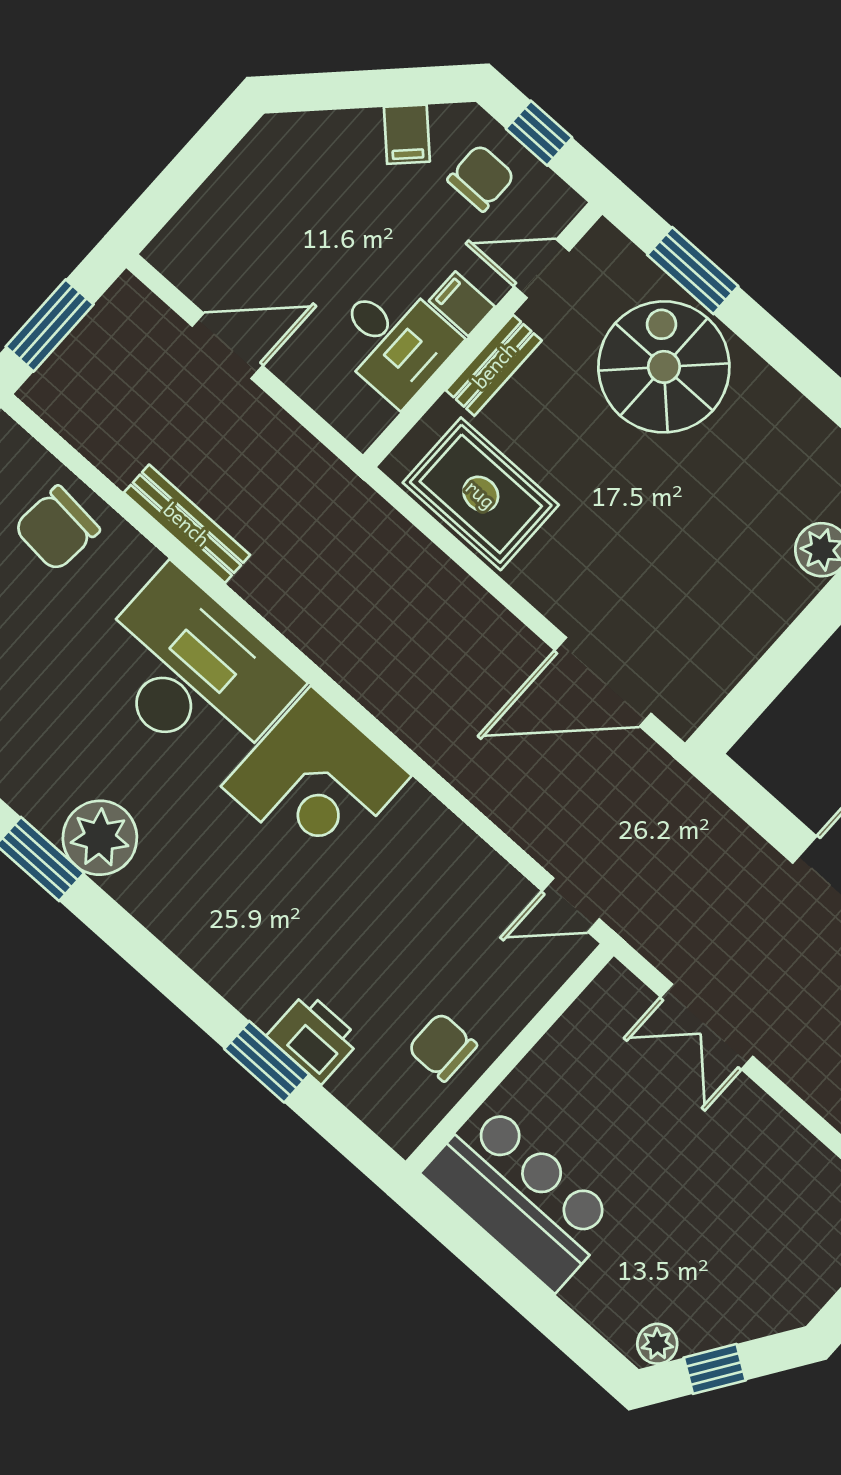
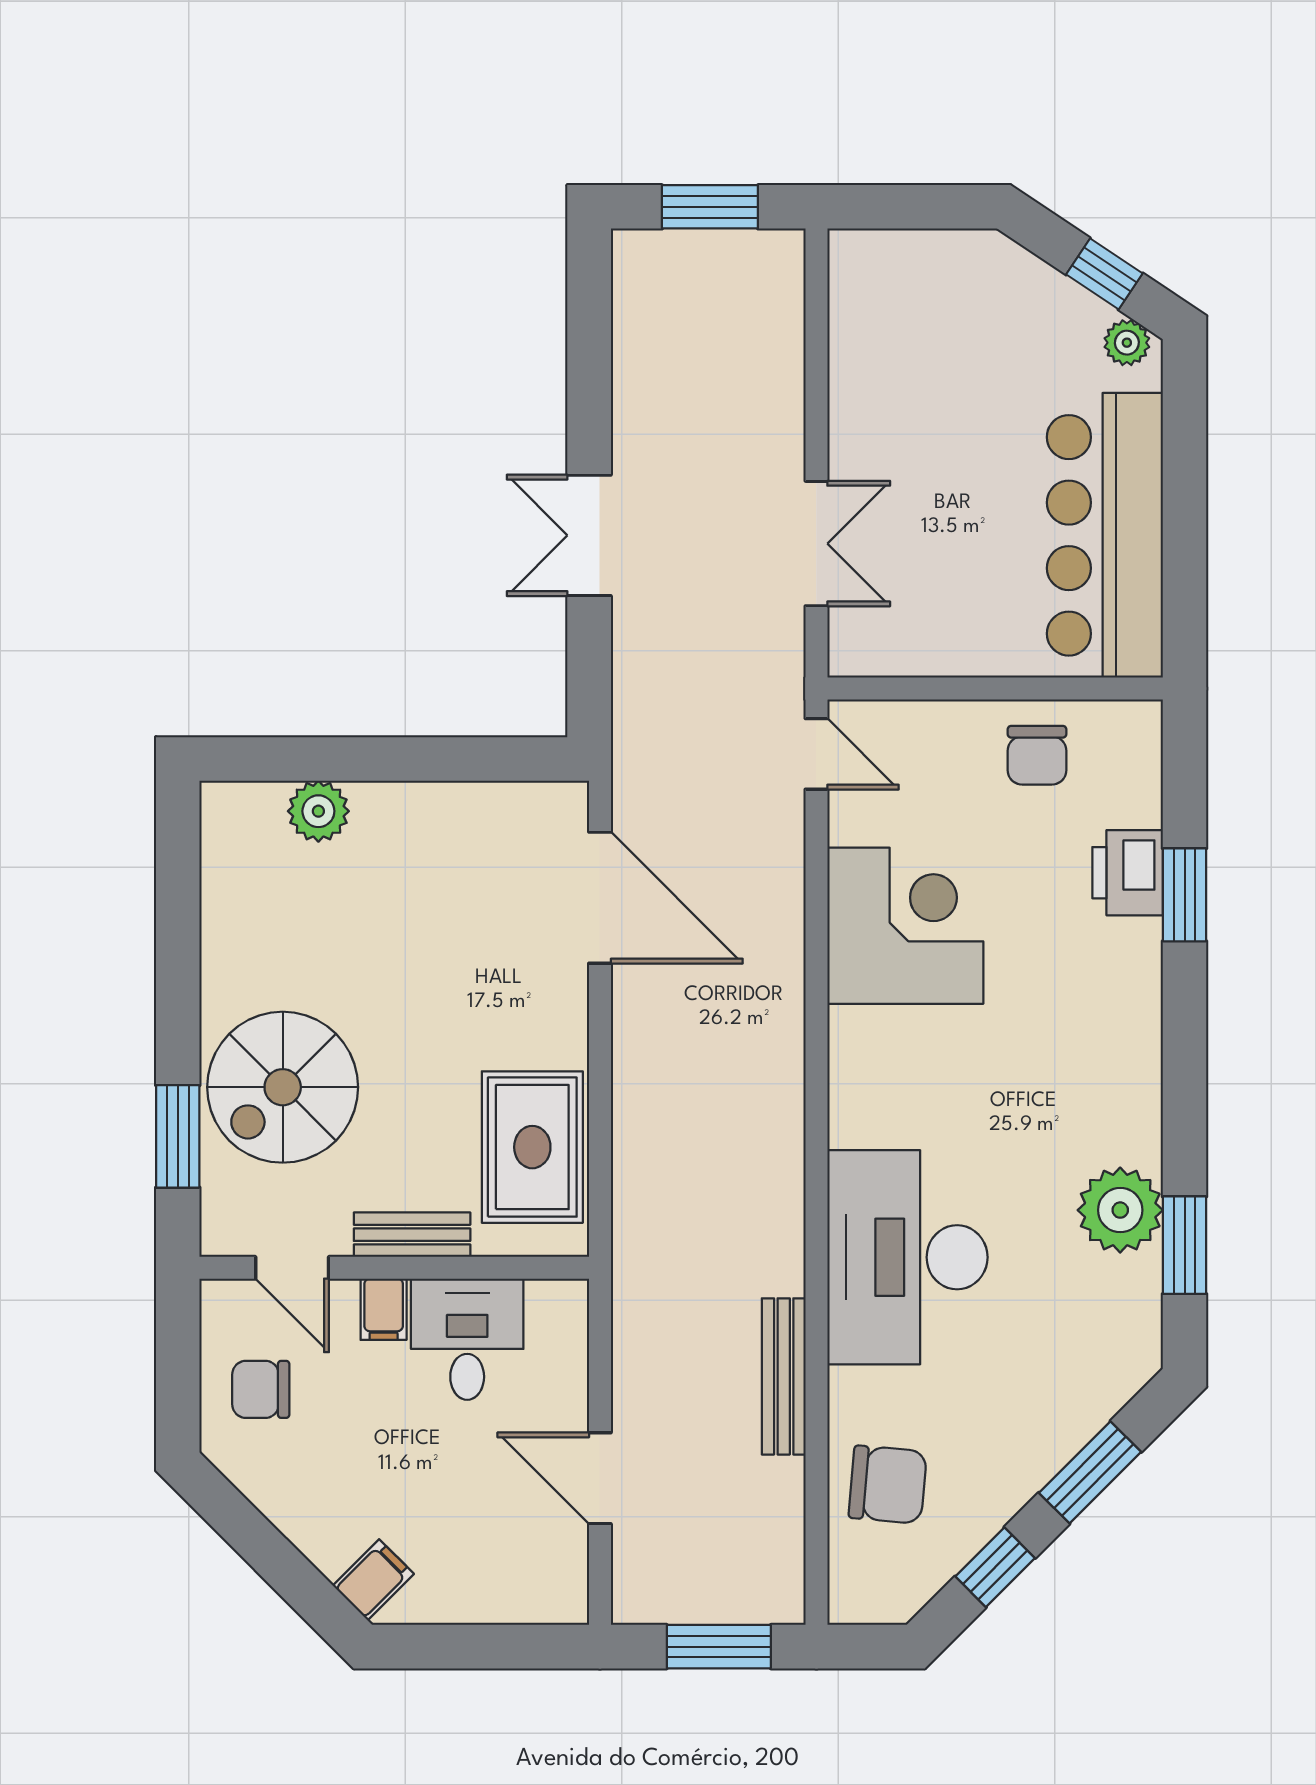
window: (539, 133) -> (178, 1374), removed
filing cabinet: (407, 134) -> (373, 1580), moved
corner desk: (316, 781) -> (905, 926), moved
bar counter: (521, 1196) -> (1105, 535), width x1.36

